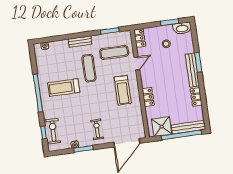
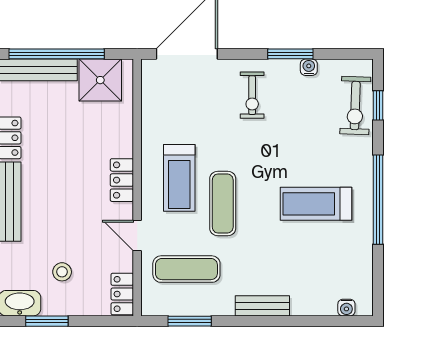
door: (137, 64) -> (137, 236), hinge flipped
exercise mat: (89, 68) -> (223, 204), moved
treadmill: (64, 88) -> (316, 204), turned 180
treadmill: (123, 90) -> (179, 178), turned 180
locker: (148, 97) -> (122, 180), moved

